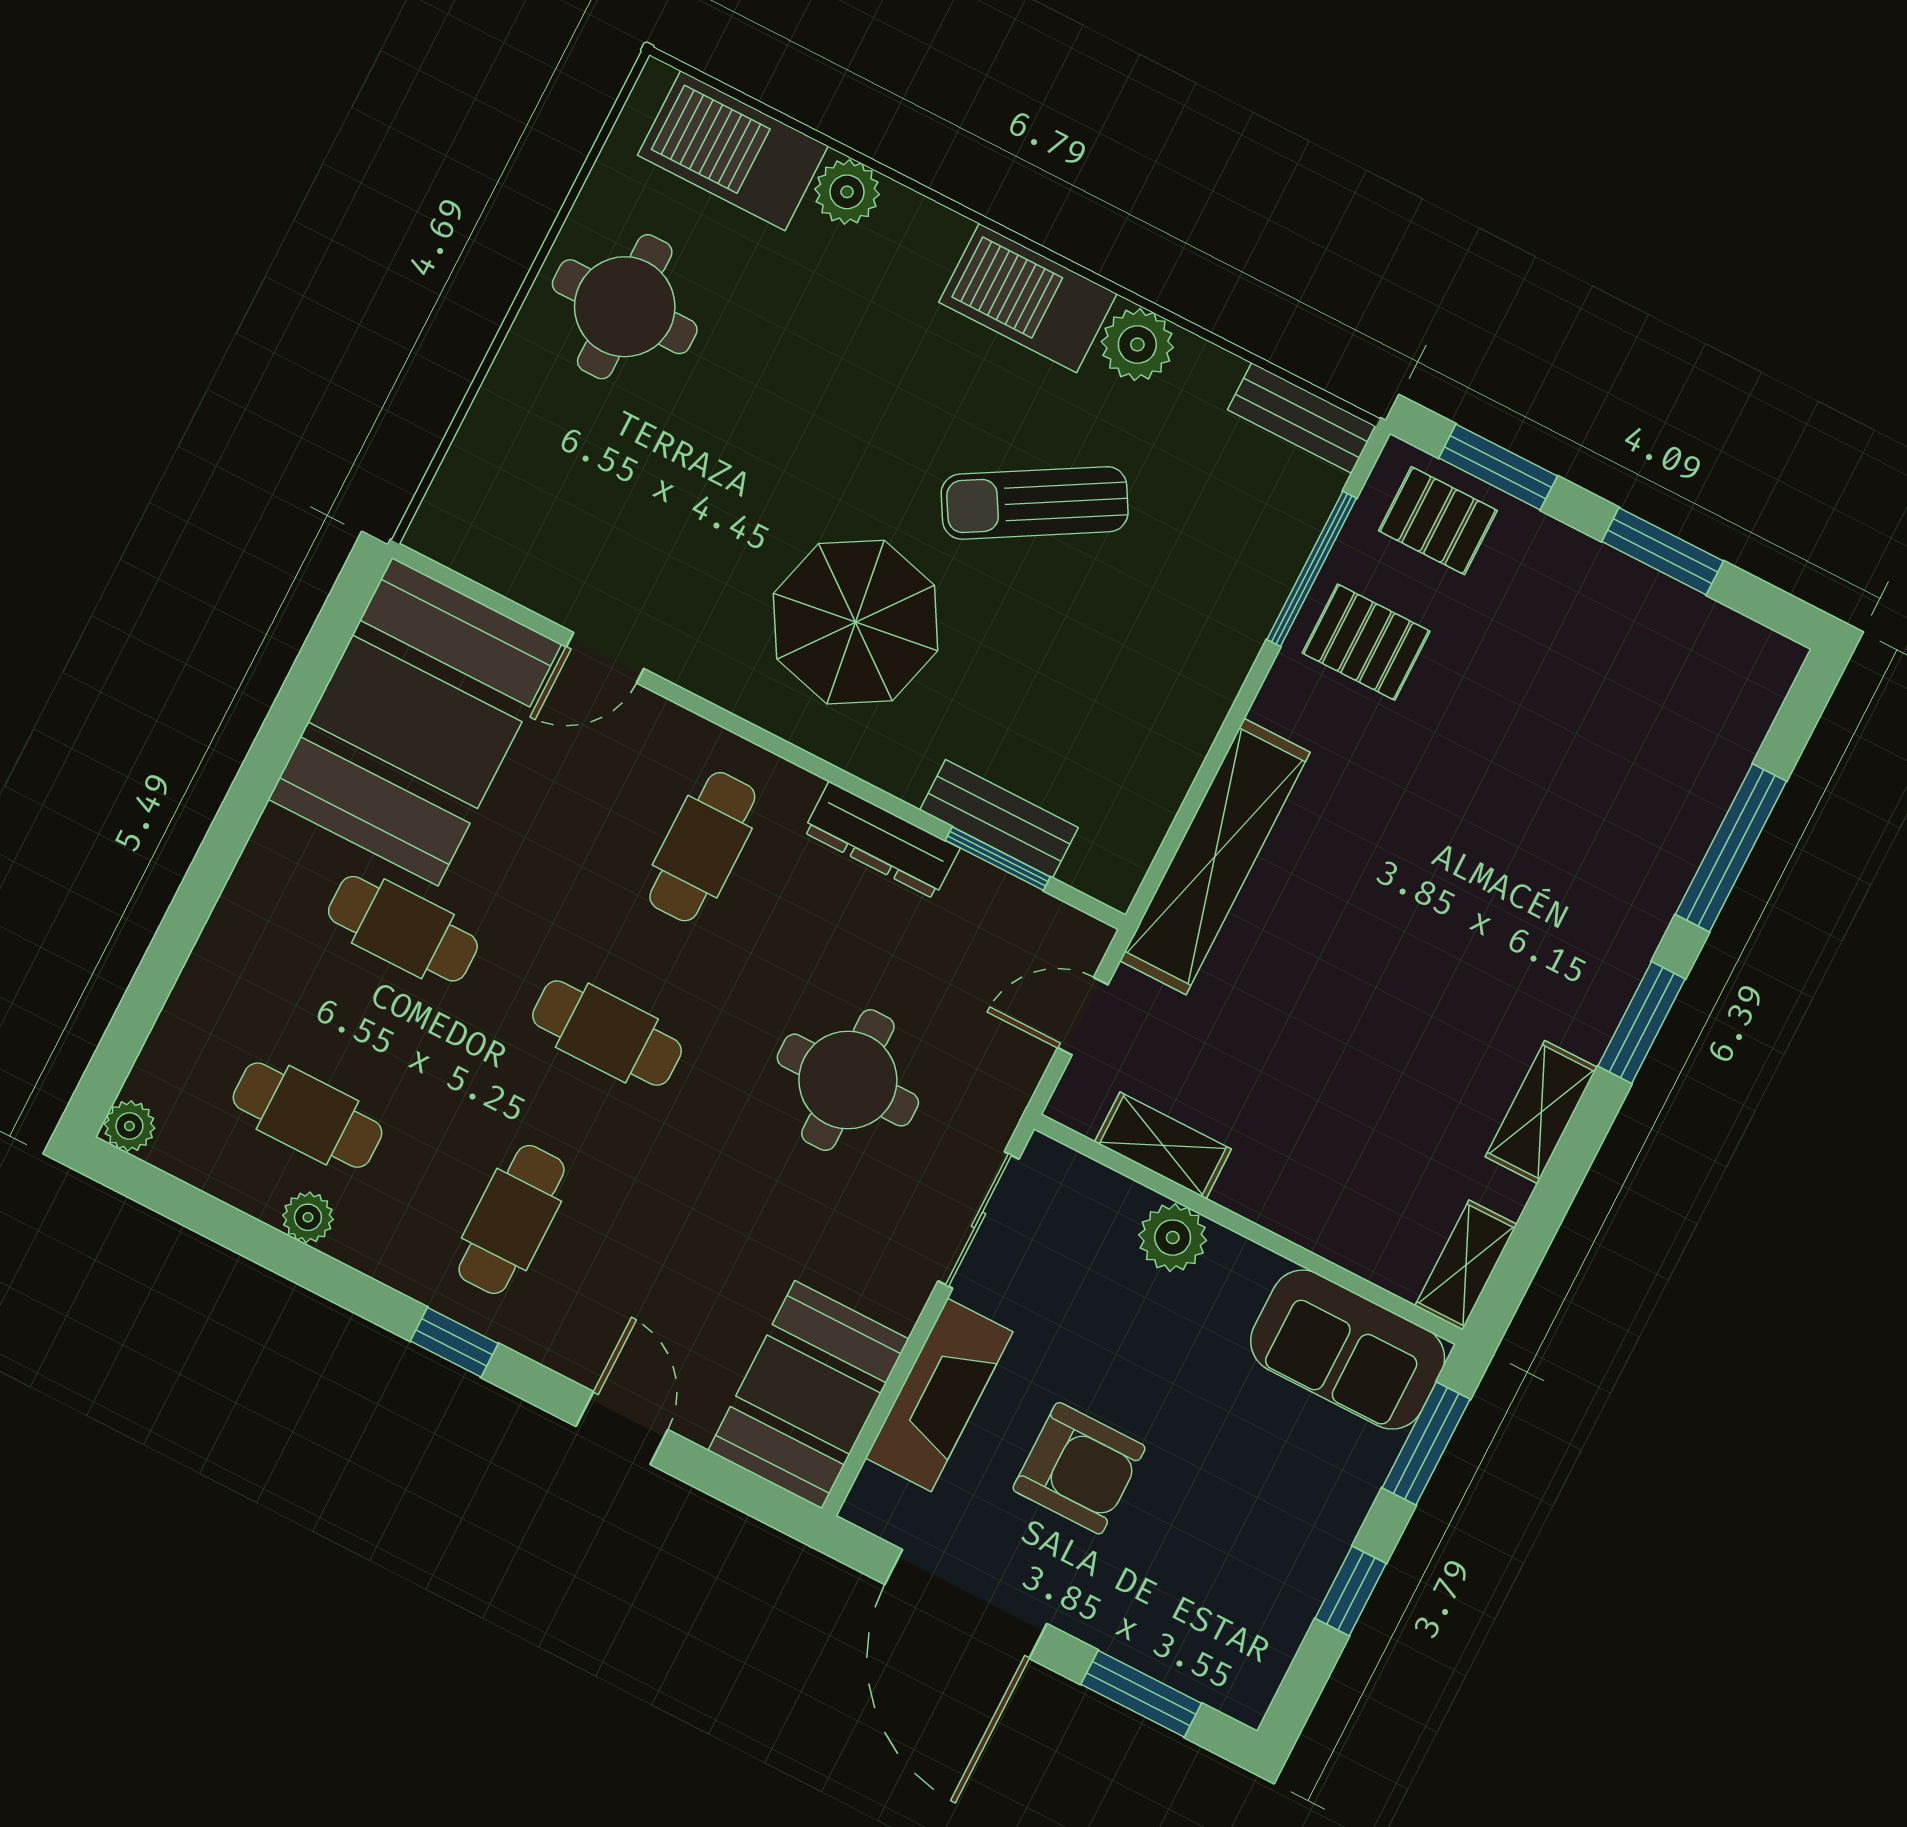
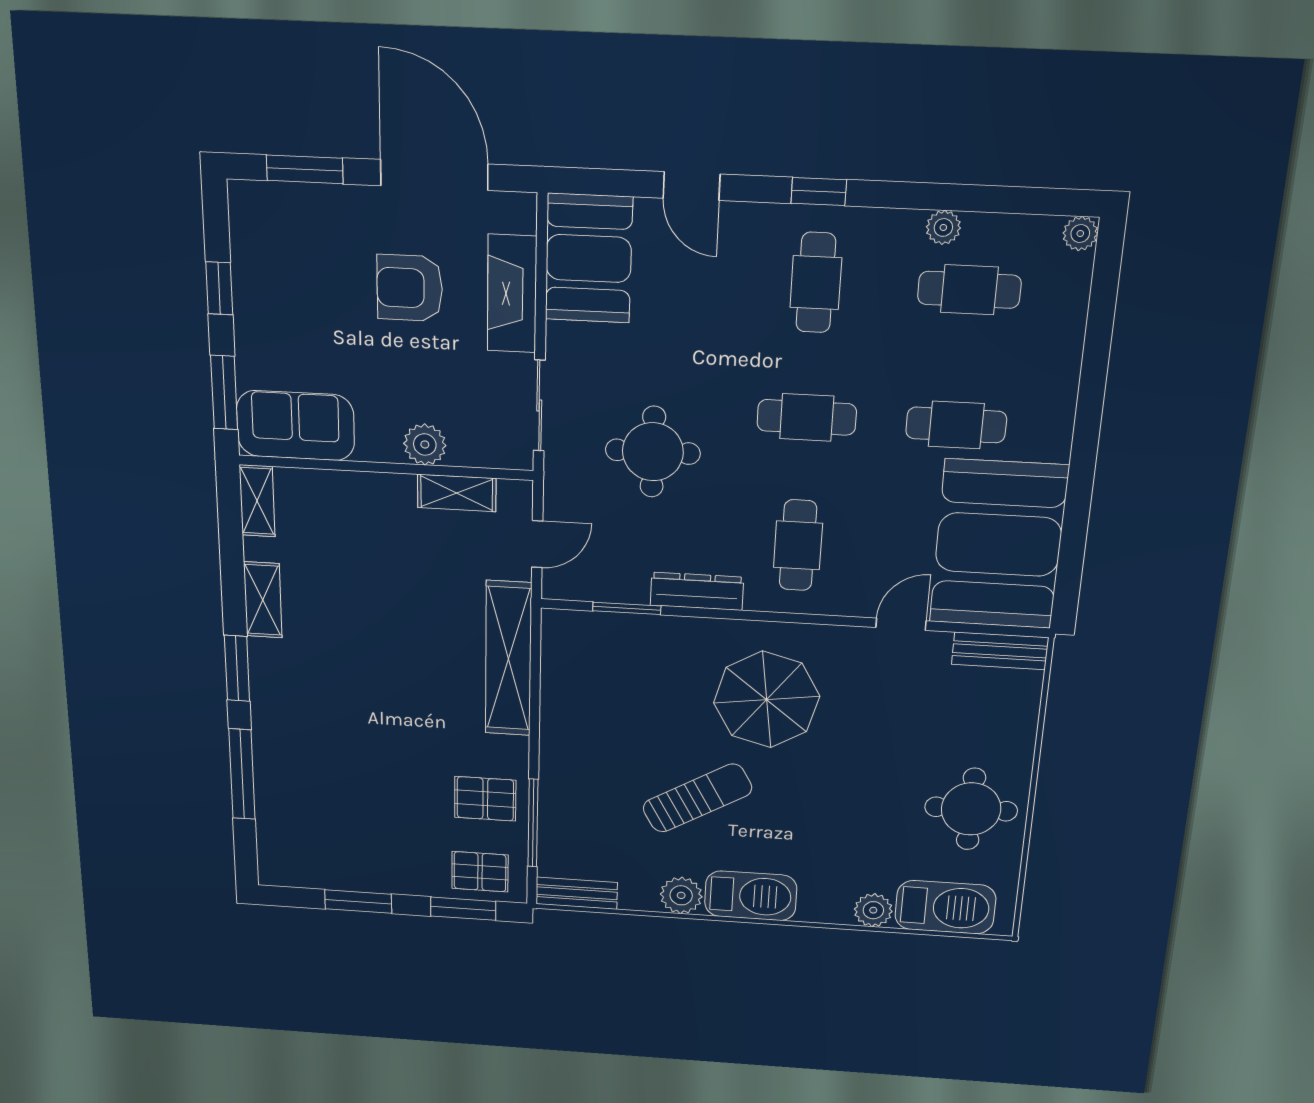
bench: (999, 819) -> (1000, 651), moved

